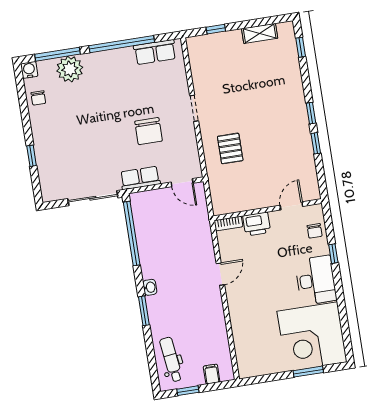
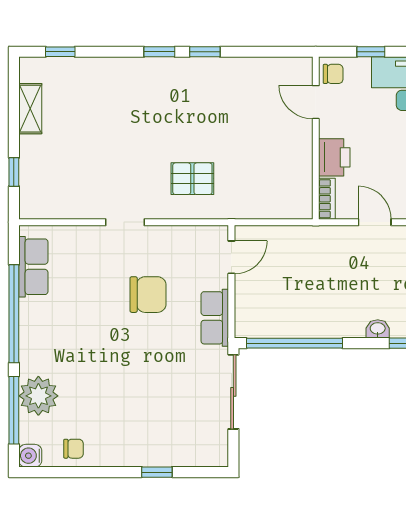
door: (291, 206) -> (316, 102), moved
wall: (268, 210) -> (316, 138), moved
bookcase: (228, 223) -> (327, 199), moved
printer: (257, 224) -> (334, 157), moved

